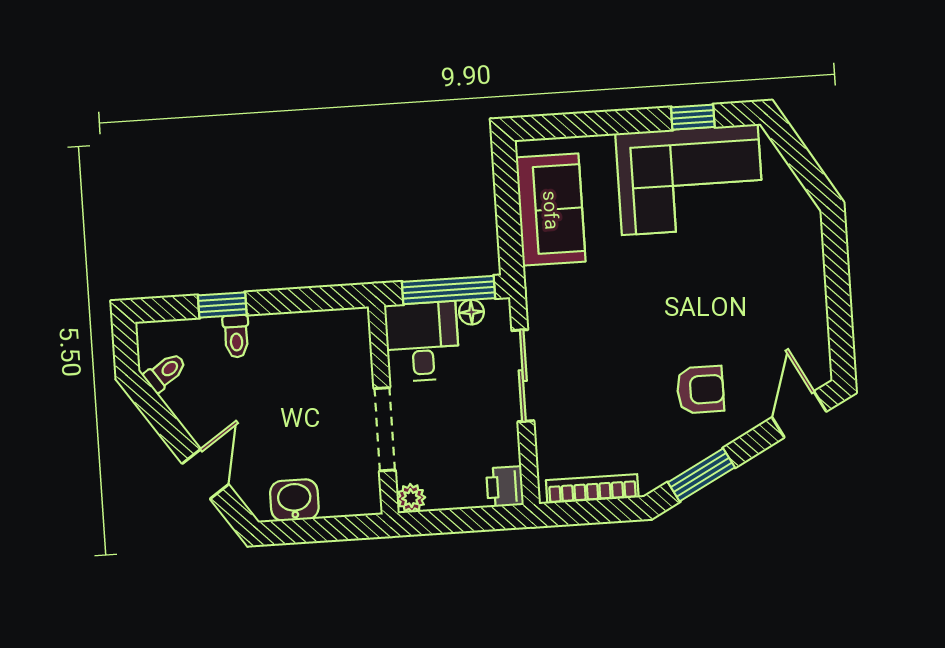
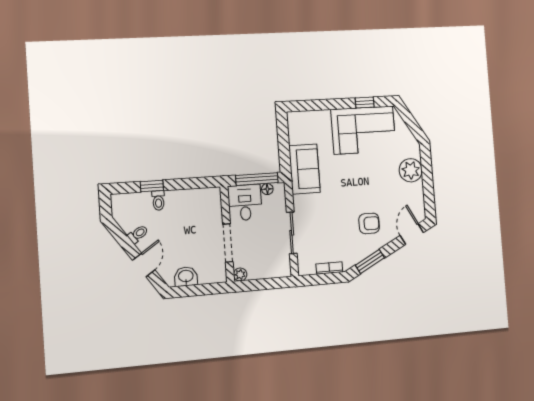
sofa: (551, 210) -> (304, 169), moved
plant: (799, 270) -> (411, 170), added
toilet: (165, 372) -> (138, 234), moved
sliding door: (523, 376) -> (292, 233), moved
printer: (505, 487) -> (283, 268), removed
bookcase: (592, 489) -> (329, 268), width x0.64

